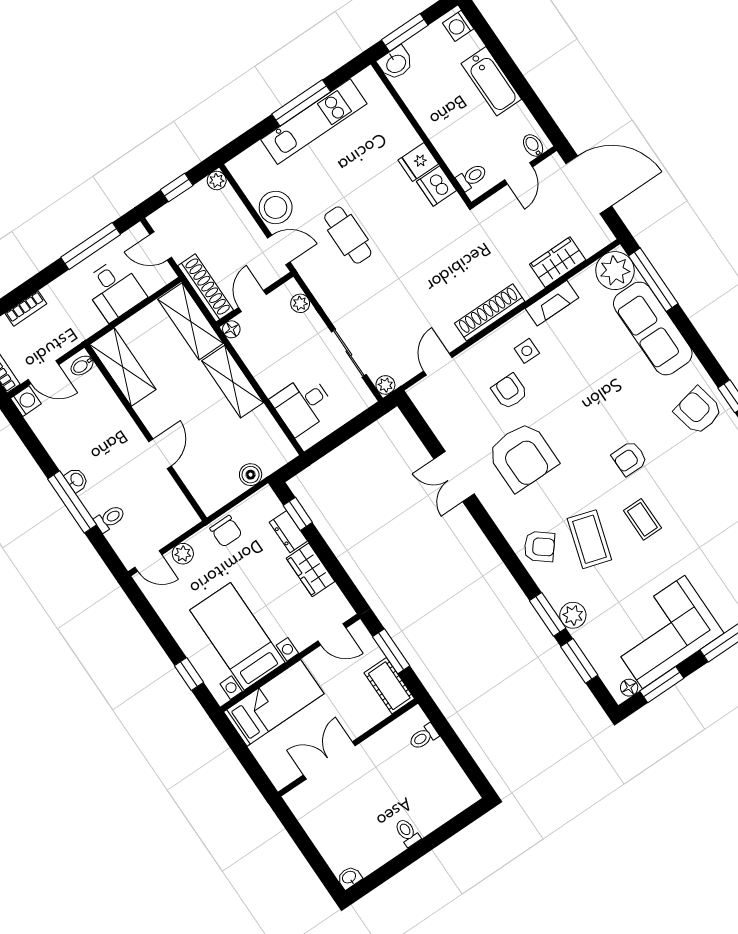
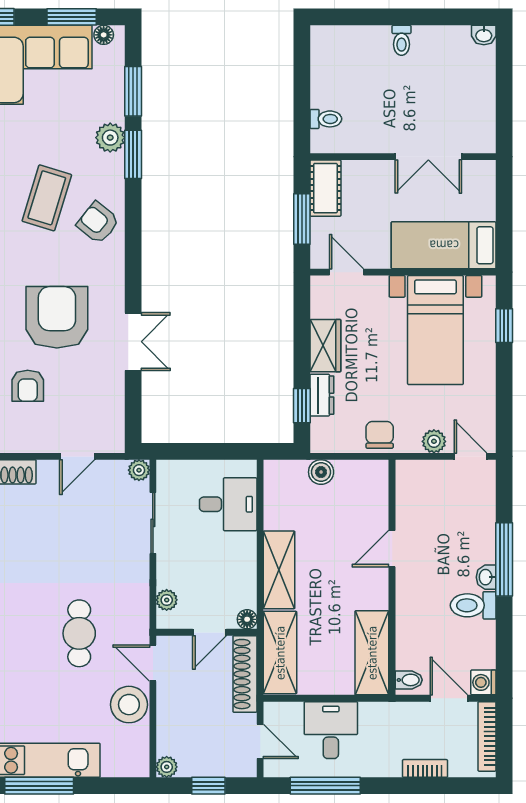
toilet: (110, 518) -> (473, 605), moved, width x1.37, depth x1.39

